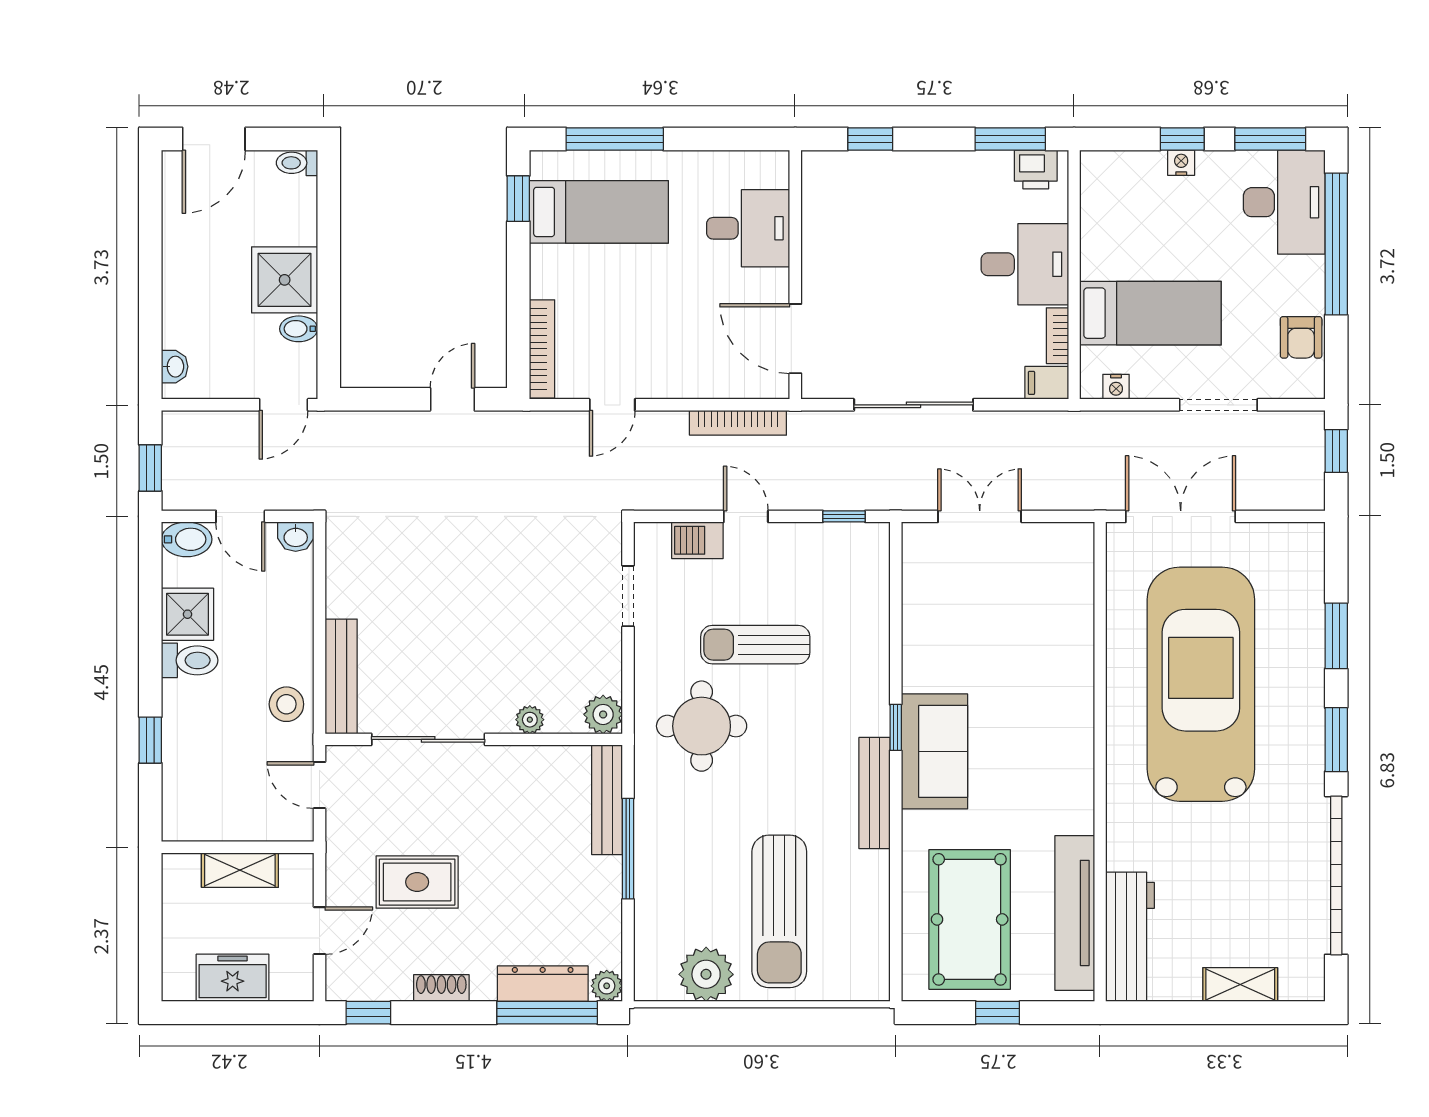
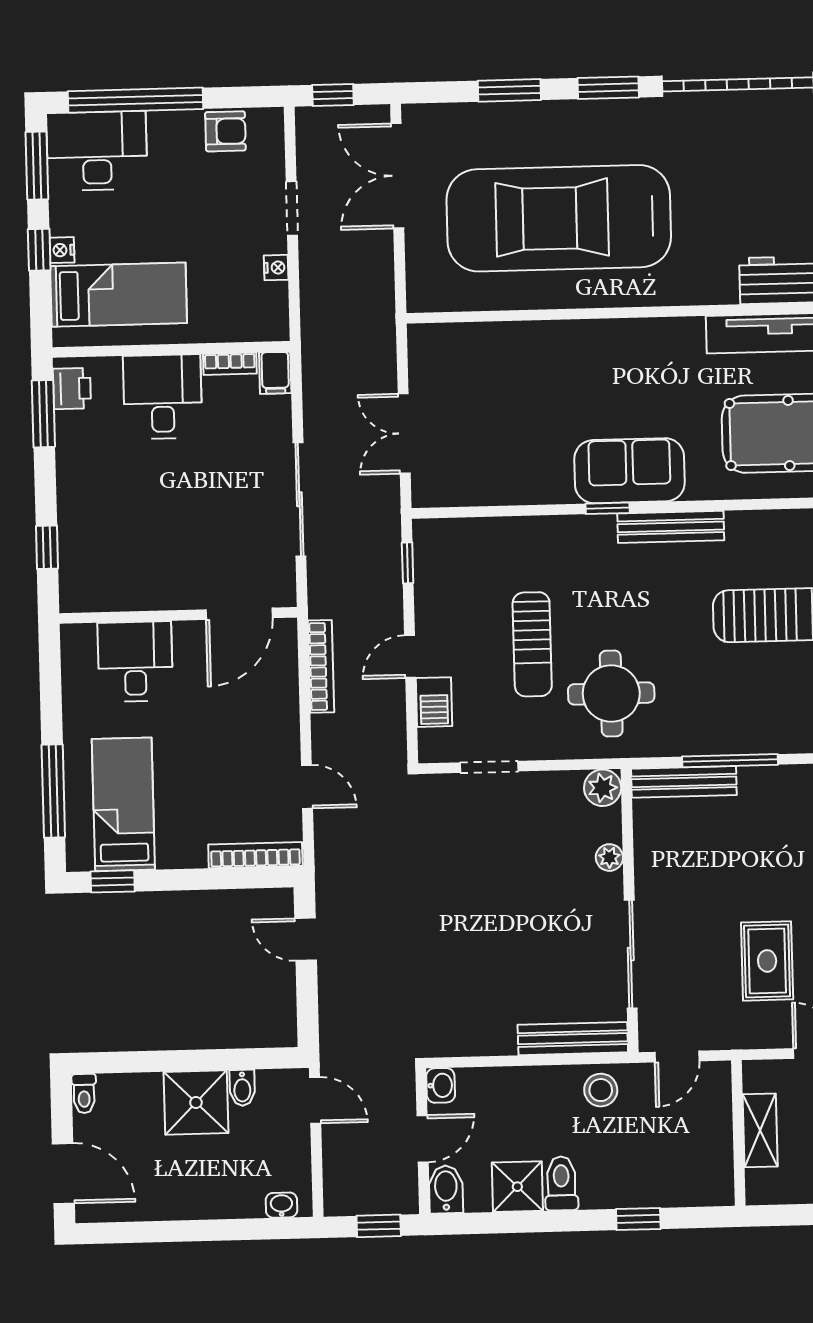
bed: (1150, 313) -> (119, 295), moved, turned 90
nightstand: (1116, 387) -> (276, 268), moved
doorway: (1218, 405) -> (292, 209), width x0.73
double door: (1181, 516) -> (397, 176), moved

